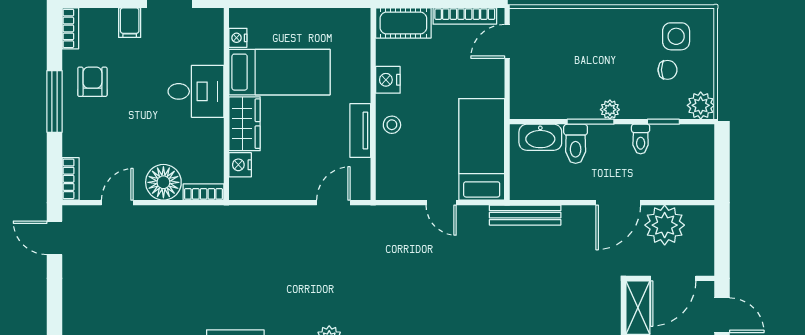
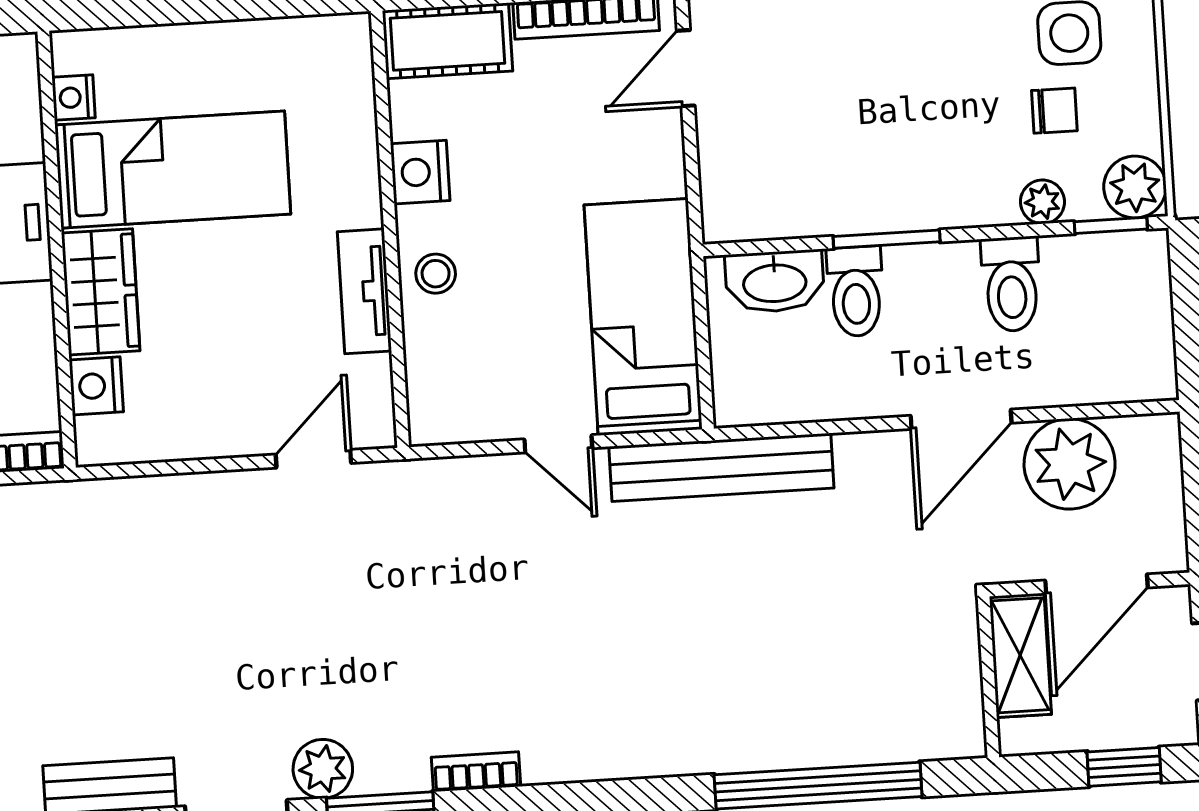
plant: (610, 110) -> (1042, 202), moved
window: (663, 122) -> (1111, 225), moved
toilet: (641, 139) -> (1011, 284), width x1.37, depth x1.39
bench: (525, 215) -> (721, 467), width x1.37, depth x1.21

